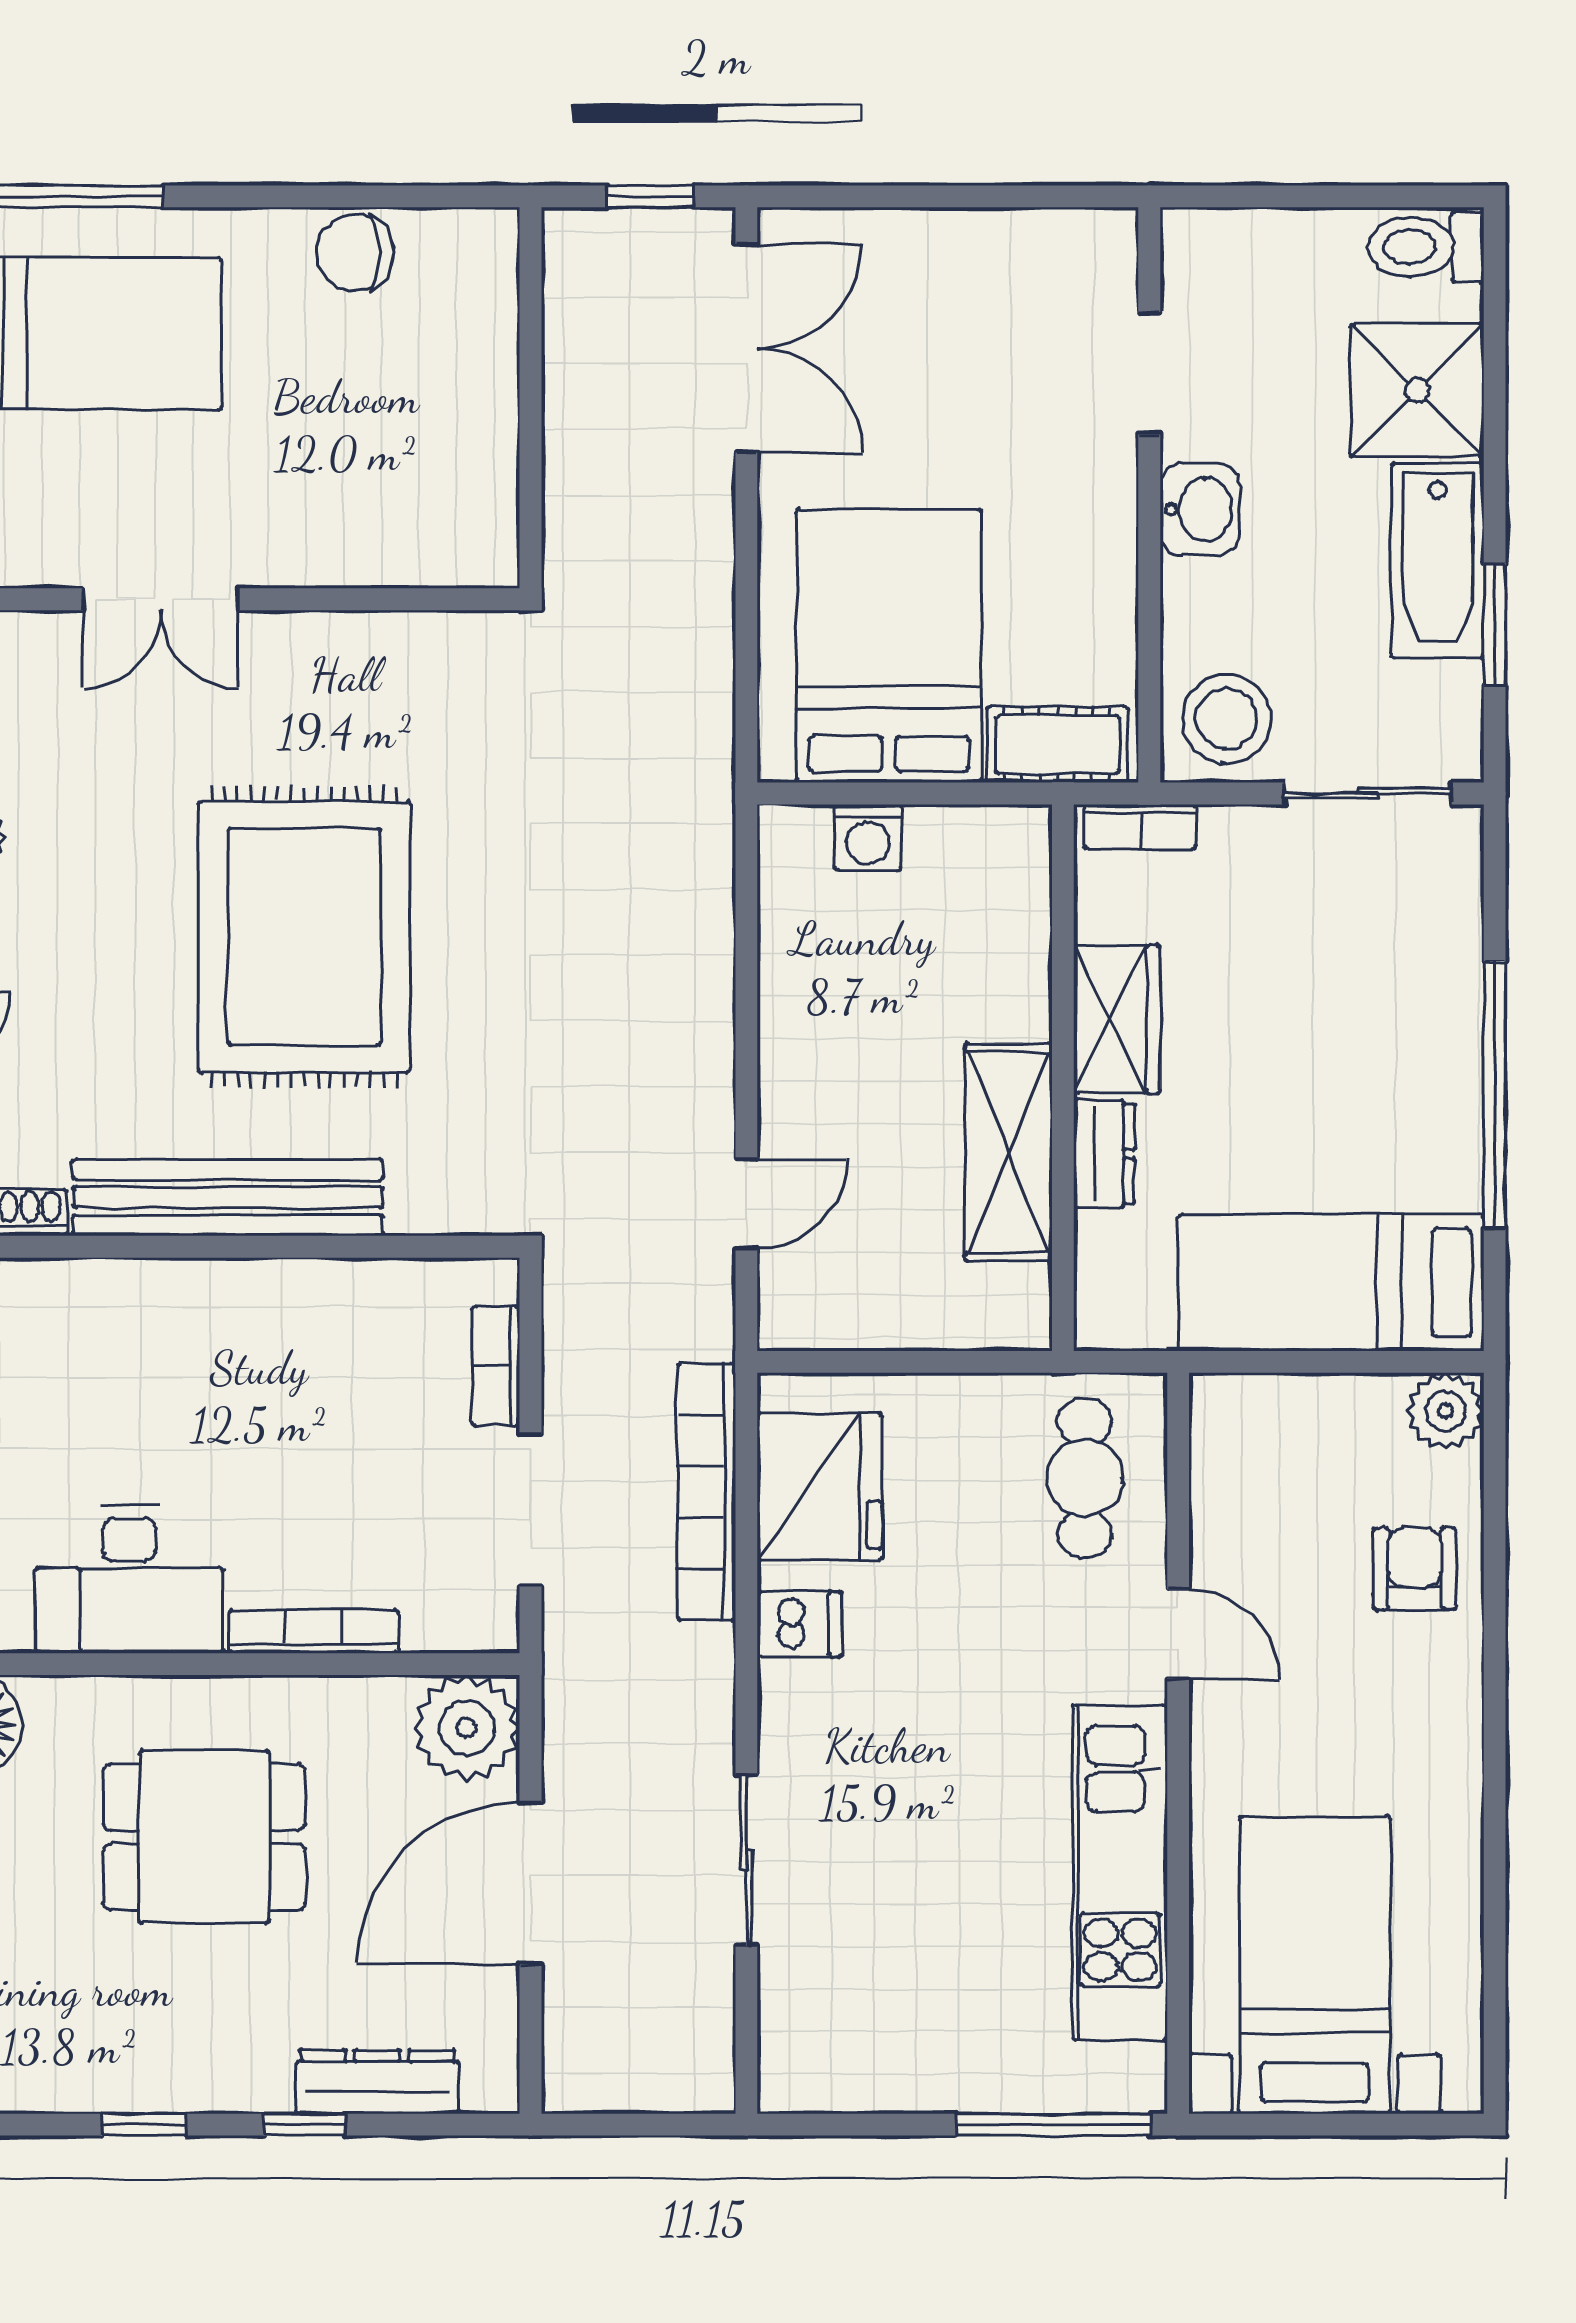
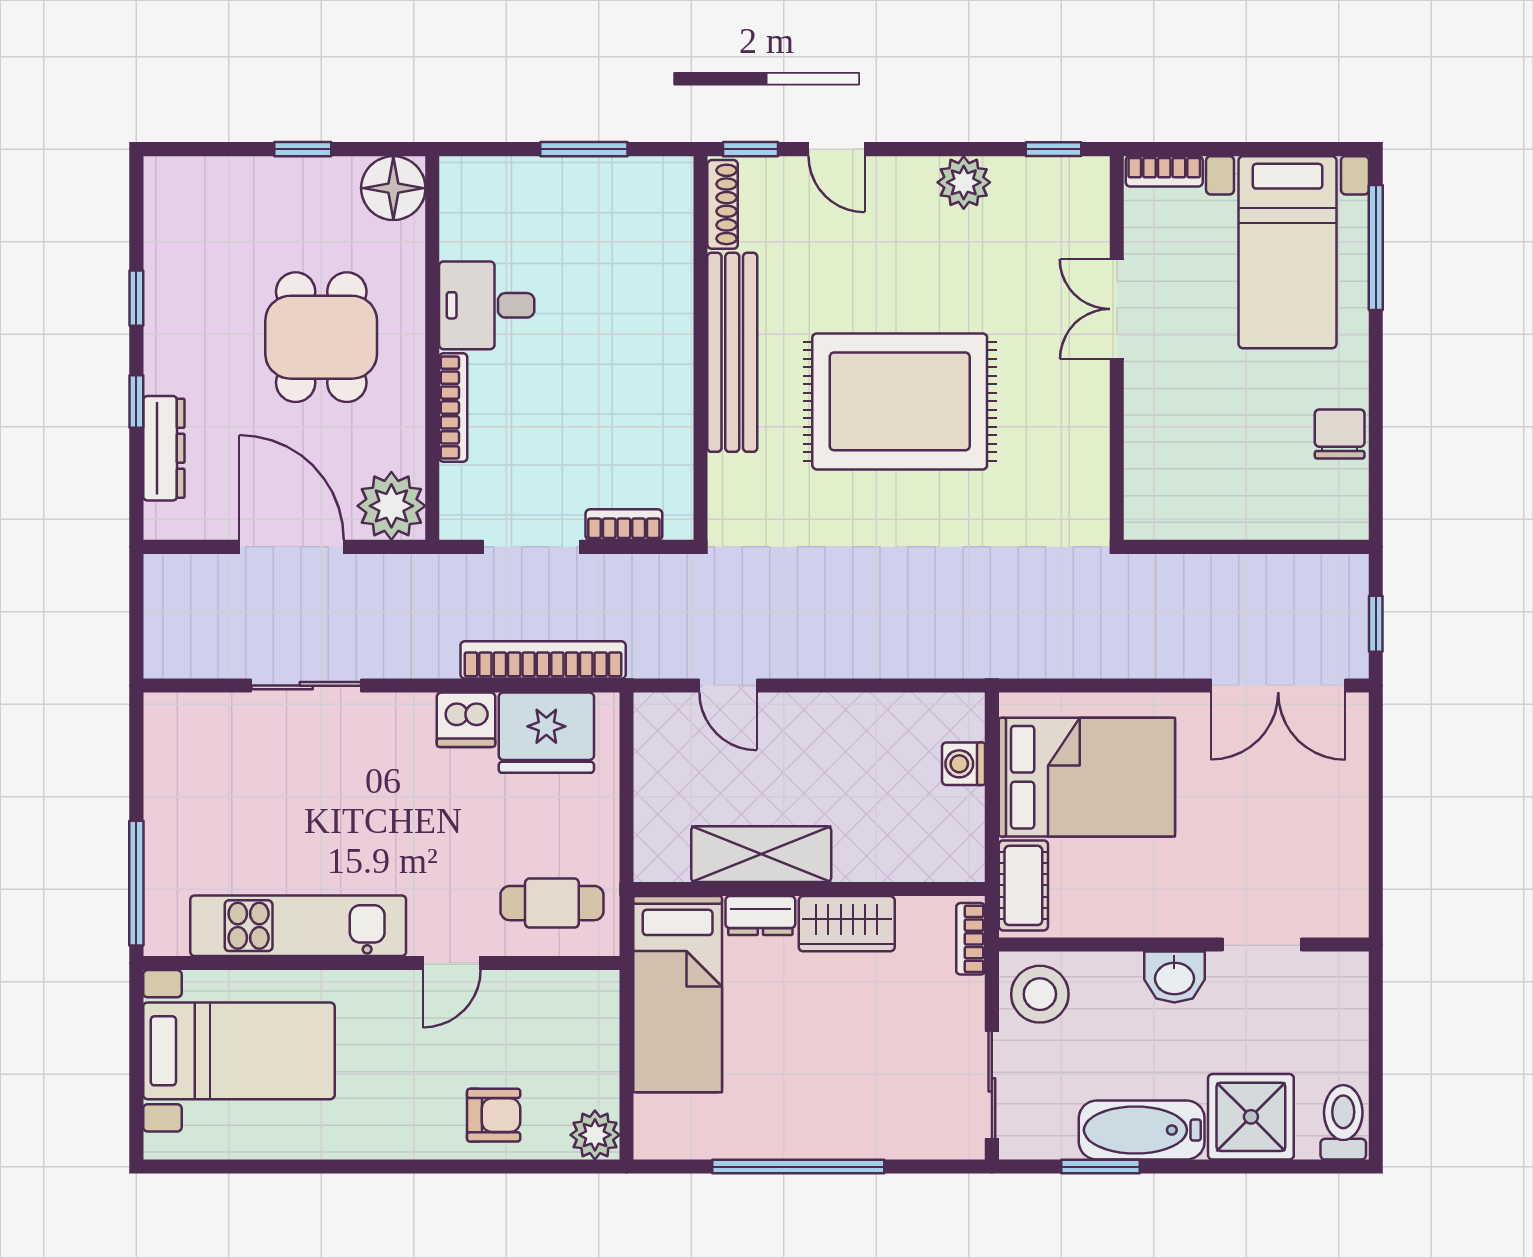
bed: (1331, 1282) -> (678, 994), moved, turned 180
desk: (129, 1579) -> (487, 305), width x0.73
dishwasher: (800, 1624) -> (466, 720), width x1.38

